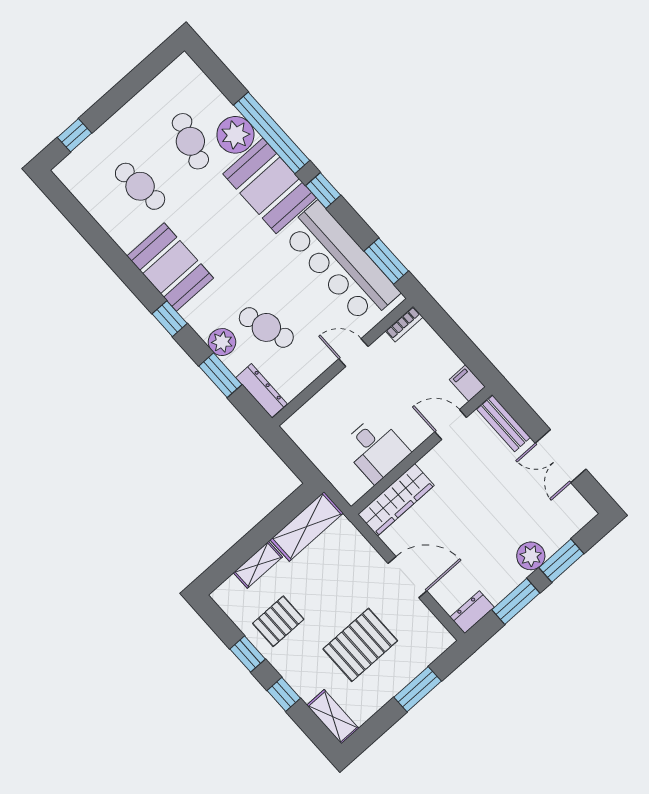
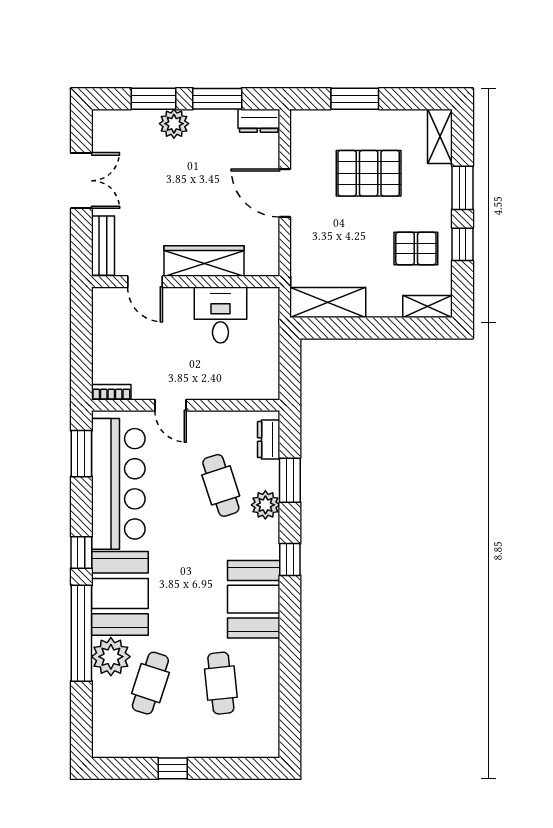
window: (74, 135) -> (173, 768), moved
filing cabinet: (467, 383) -> (103, 302), removed
dresser: (261, 391) -> (269, 440), width x0.70
wardrobe: (396, 500) -> (204, 261), moved
shelving: (258, 565) -> (428, 307), moved
window: (284, 694) -> (462, 188), width x1.50

